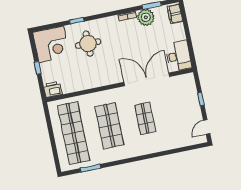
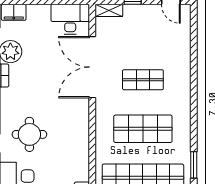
shelving: (191, 83) -> (109, 10), added

